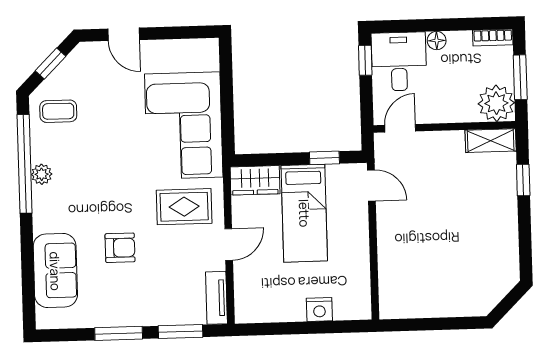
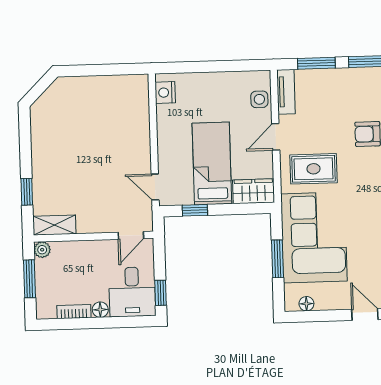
bookcase: (493, 38) -> (74, 312), moved
floor lamp: (193, 47) -> (306, 304), added
window: (227, 100) -> (277, 259), added
plant: (496, 103) -> (42, 250), width x0.53, depth x0.53
side table: (248, 289) -> (259, 99), added
nightstand: (319, 309) -> (165, 93), moved, turned -90

